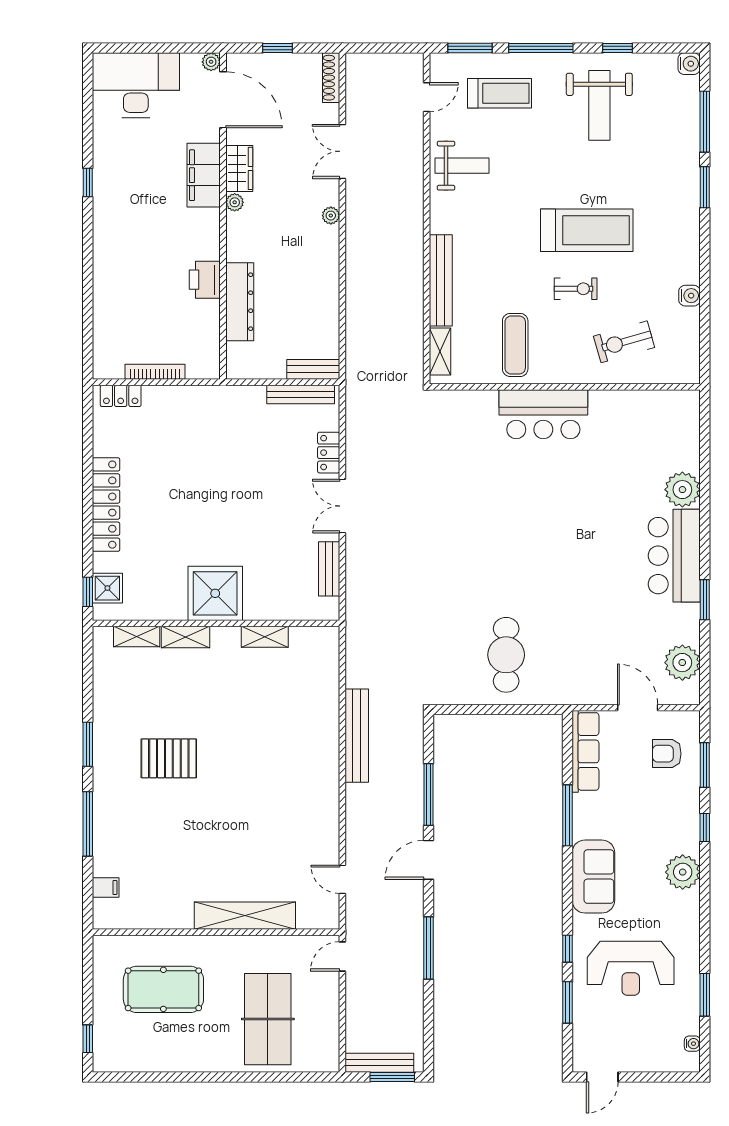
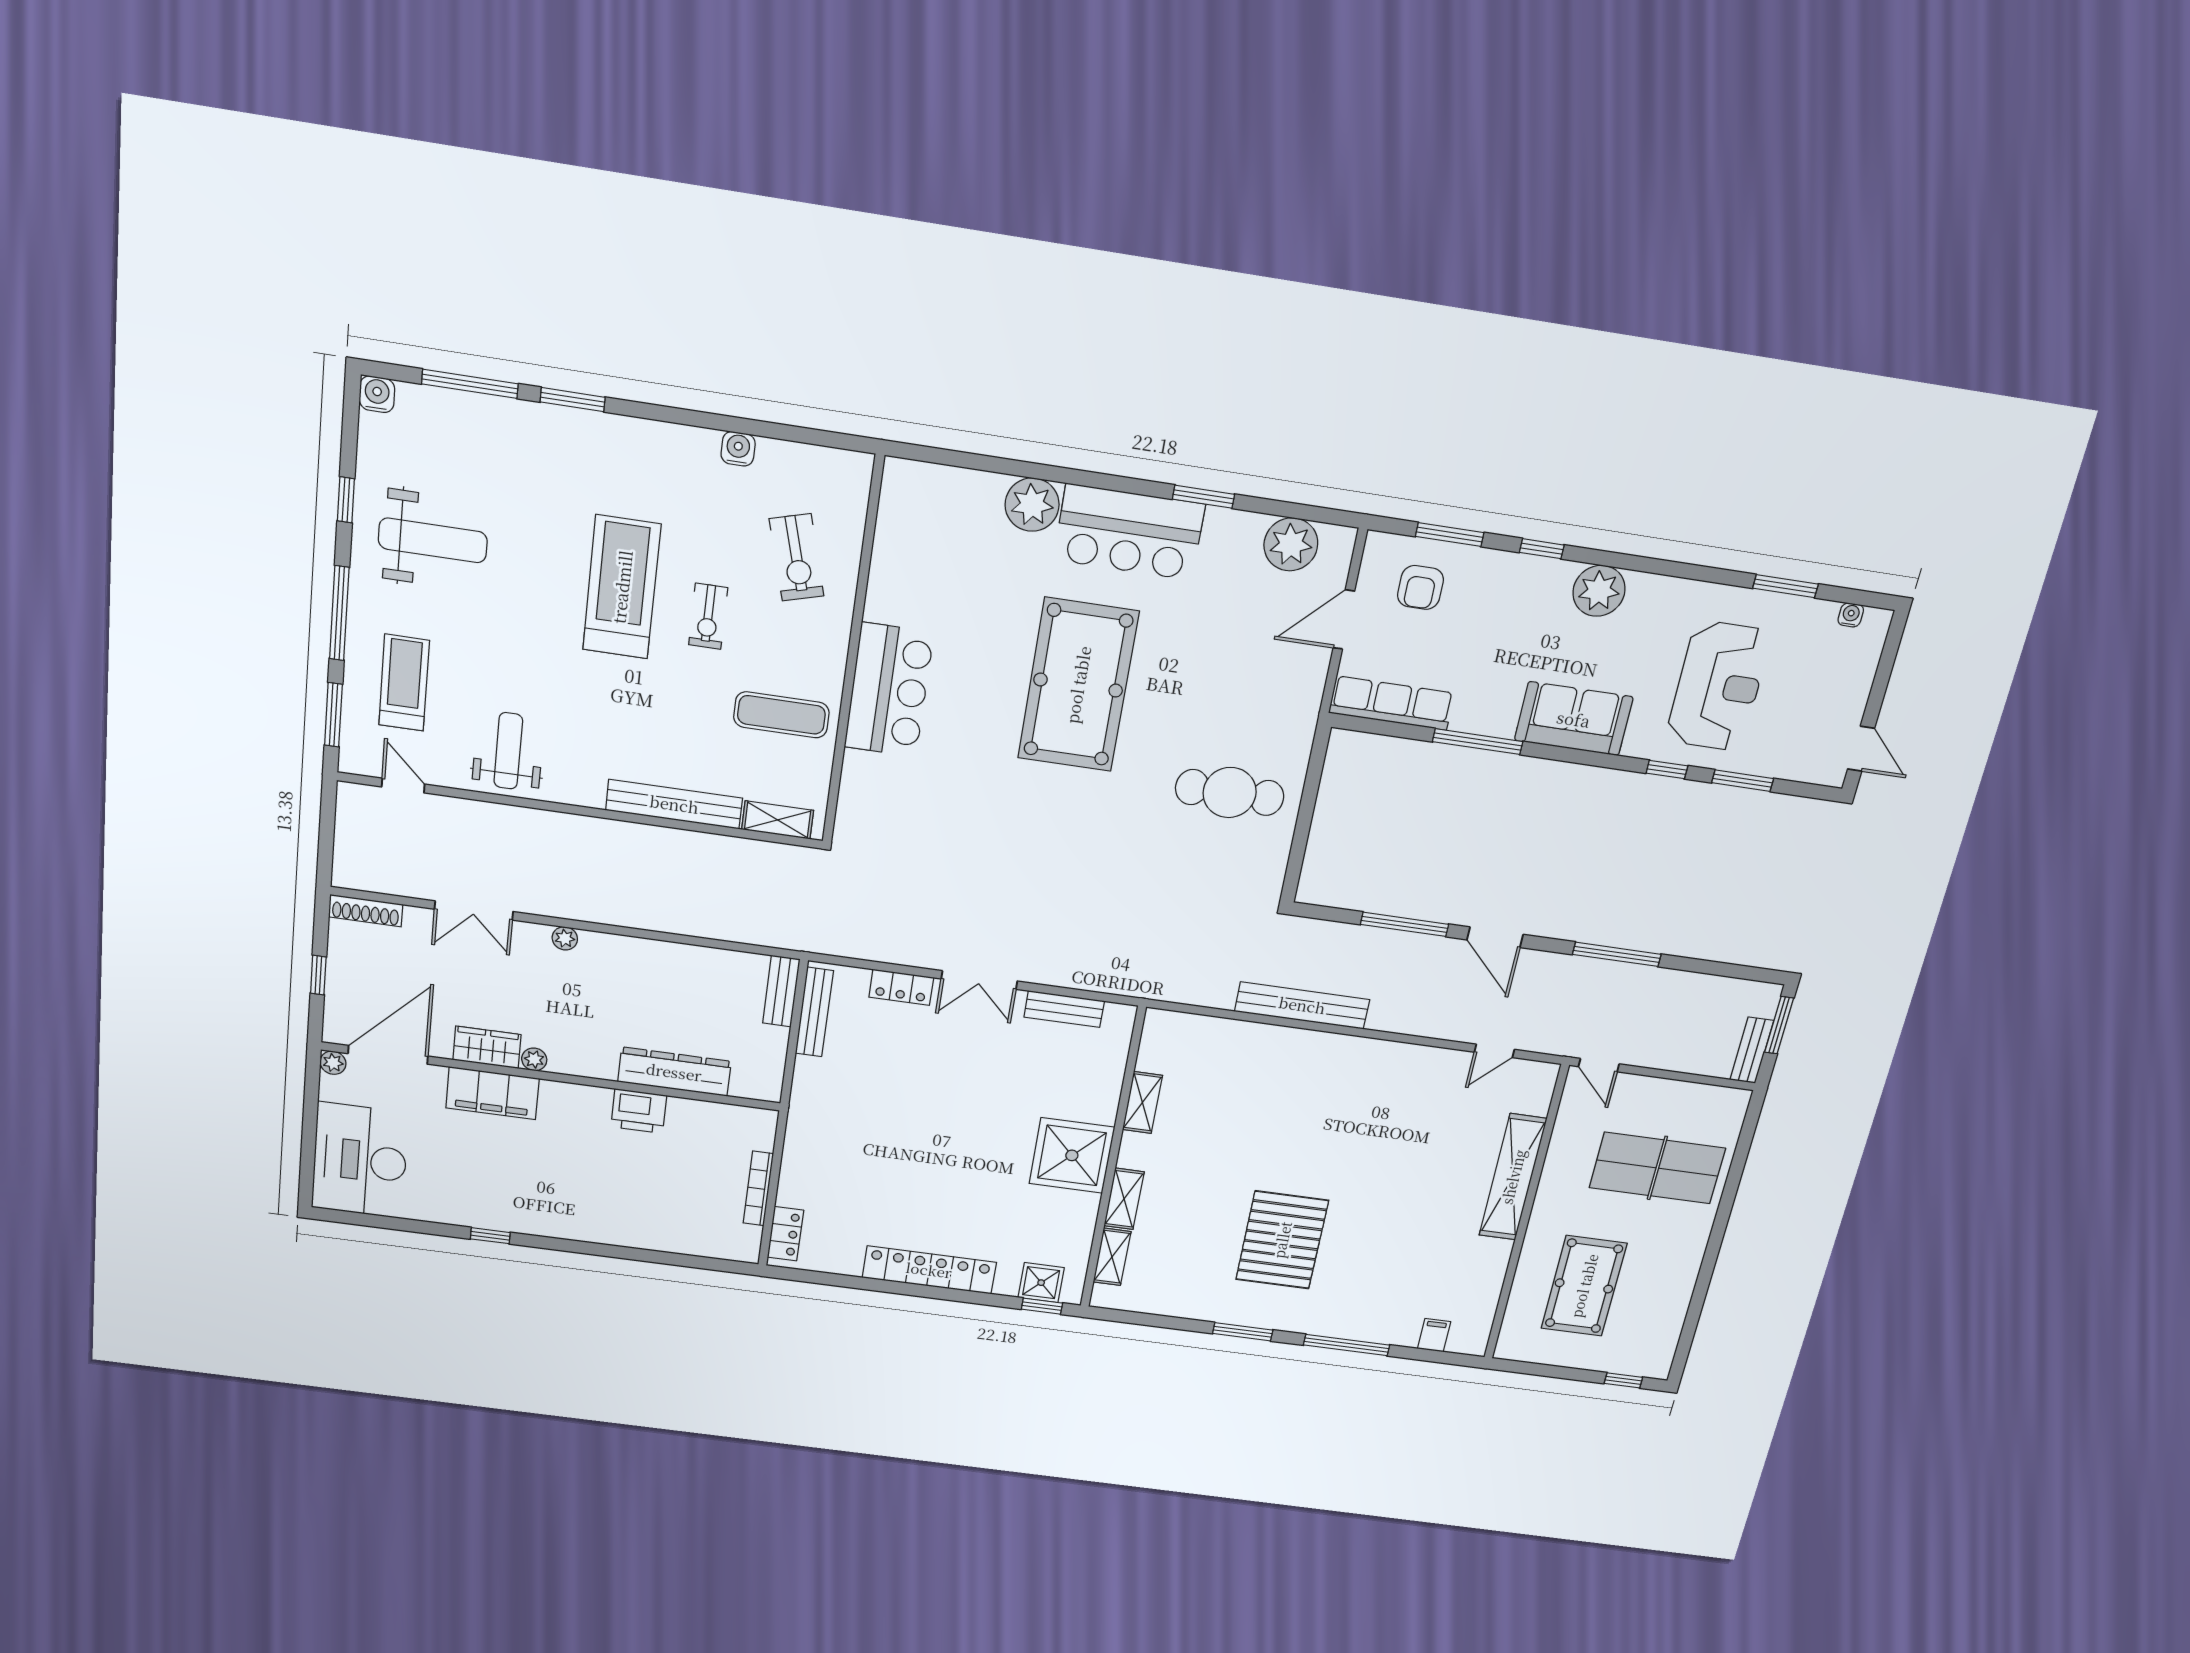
exercise bike: (576, 289) -> (708, 616), turned 180
pool table: (566, 539) -> (1078, 685), added
pallet: (169, 758) -> (1282, 1240), width x1.37, depth x1.41
bench: (379, 1063) -> (1752, 1050), width x0.73

